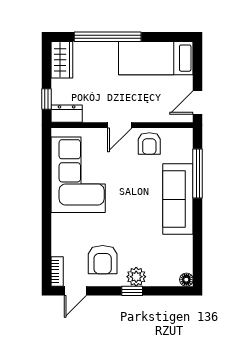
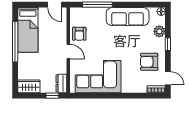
window: (108, 37) -> (15, 42), moved
armchair: (149, 143) -> (79, 34), turned 90
sofa: (178, 199) -> (128, 17), moved
armchair: (103, 260) -> (149, 62), turned 180
plant: (136, 277) -> (159, 31), moved

